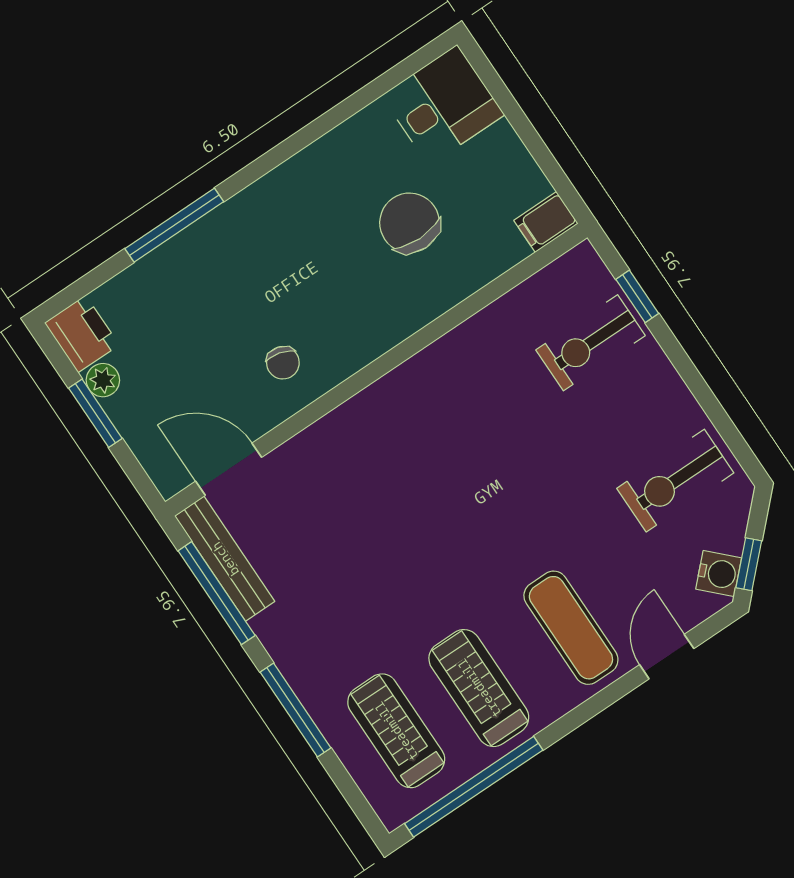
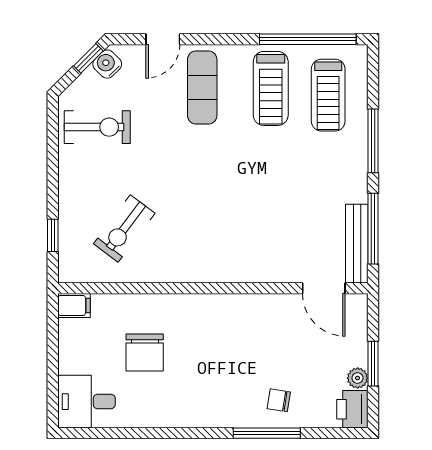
exercise bike: (591, 343) -> (124, 229), moved, turned 127
chair: (283, 363) -> (279, 400), moved, turned -96

